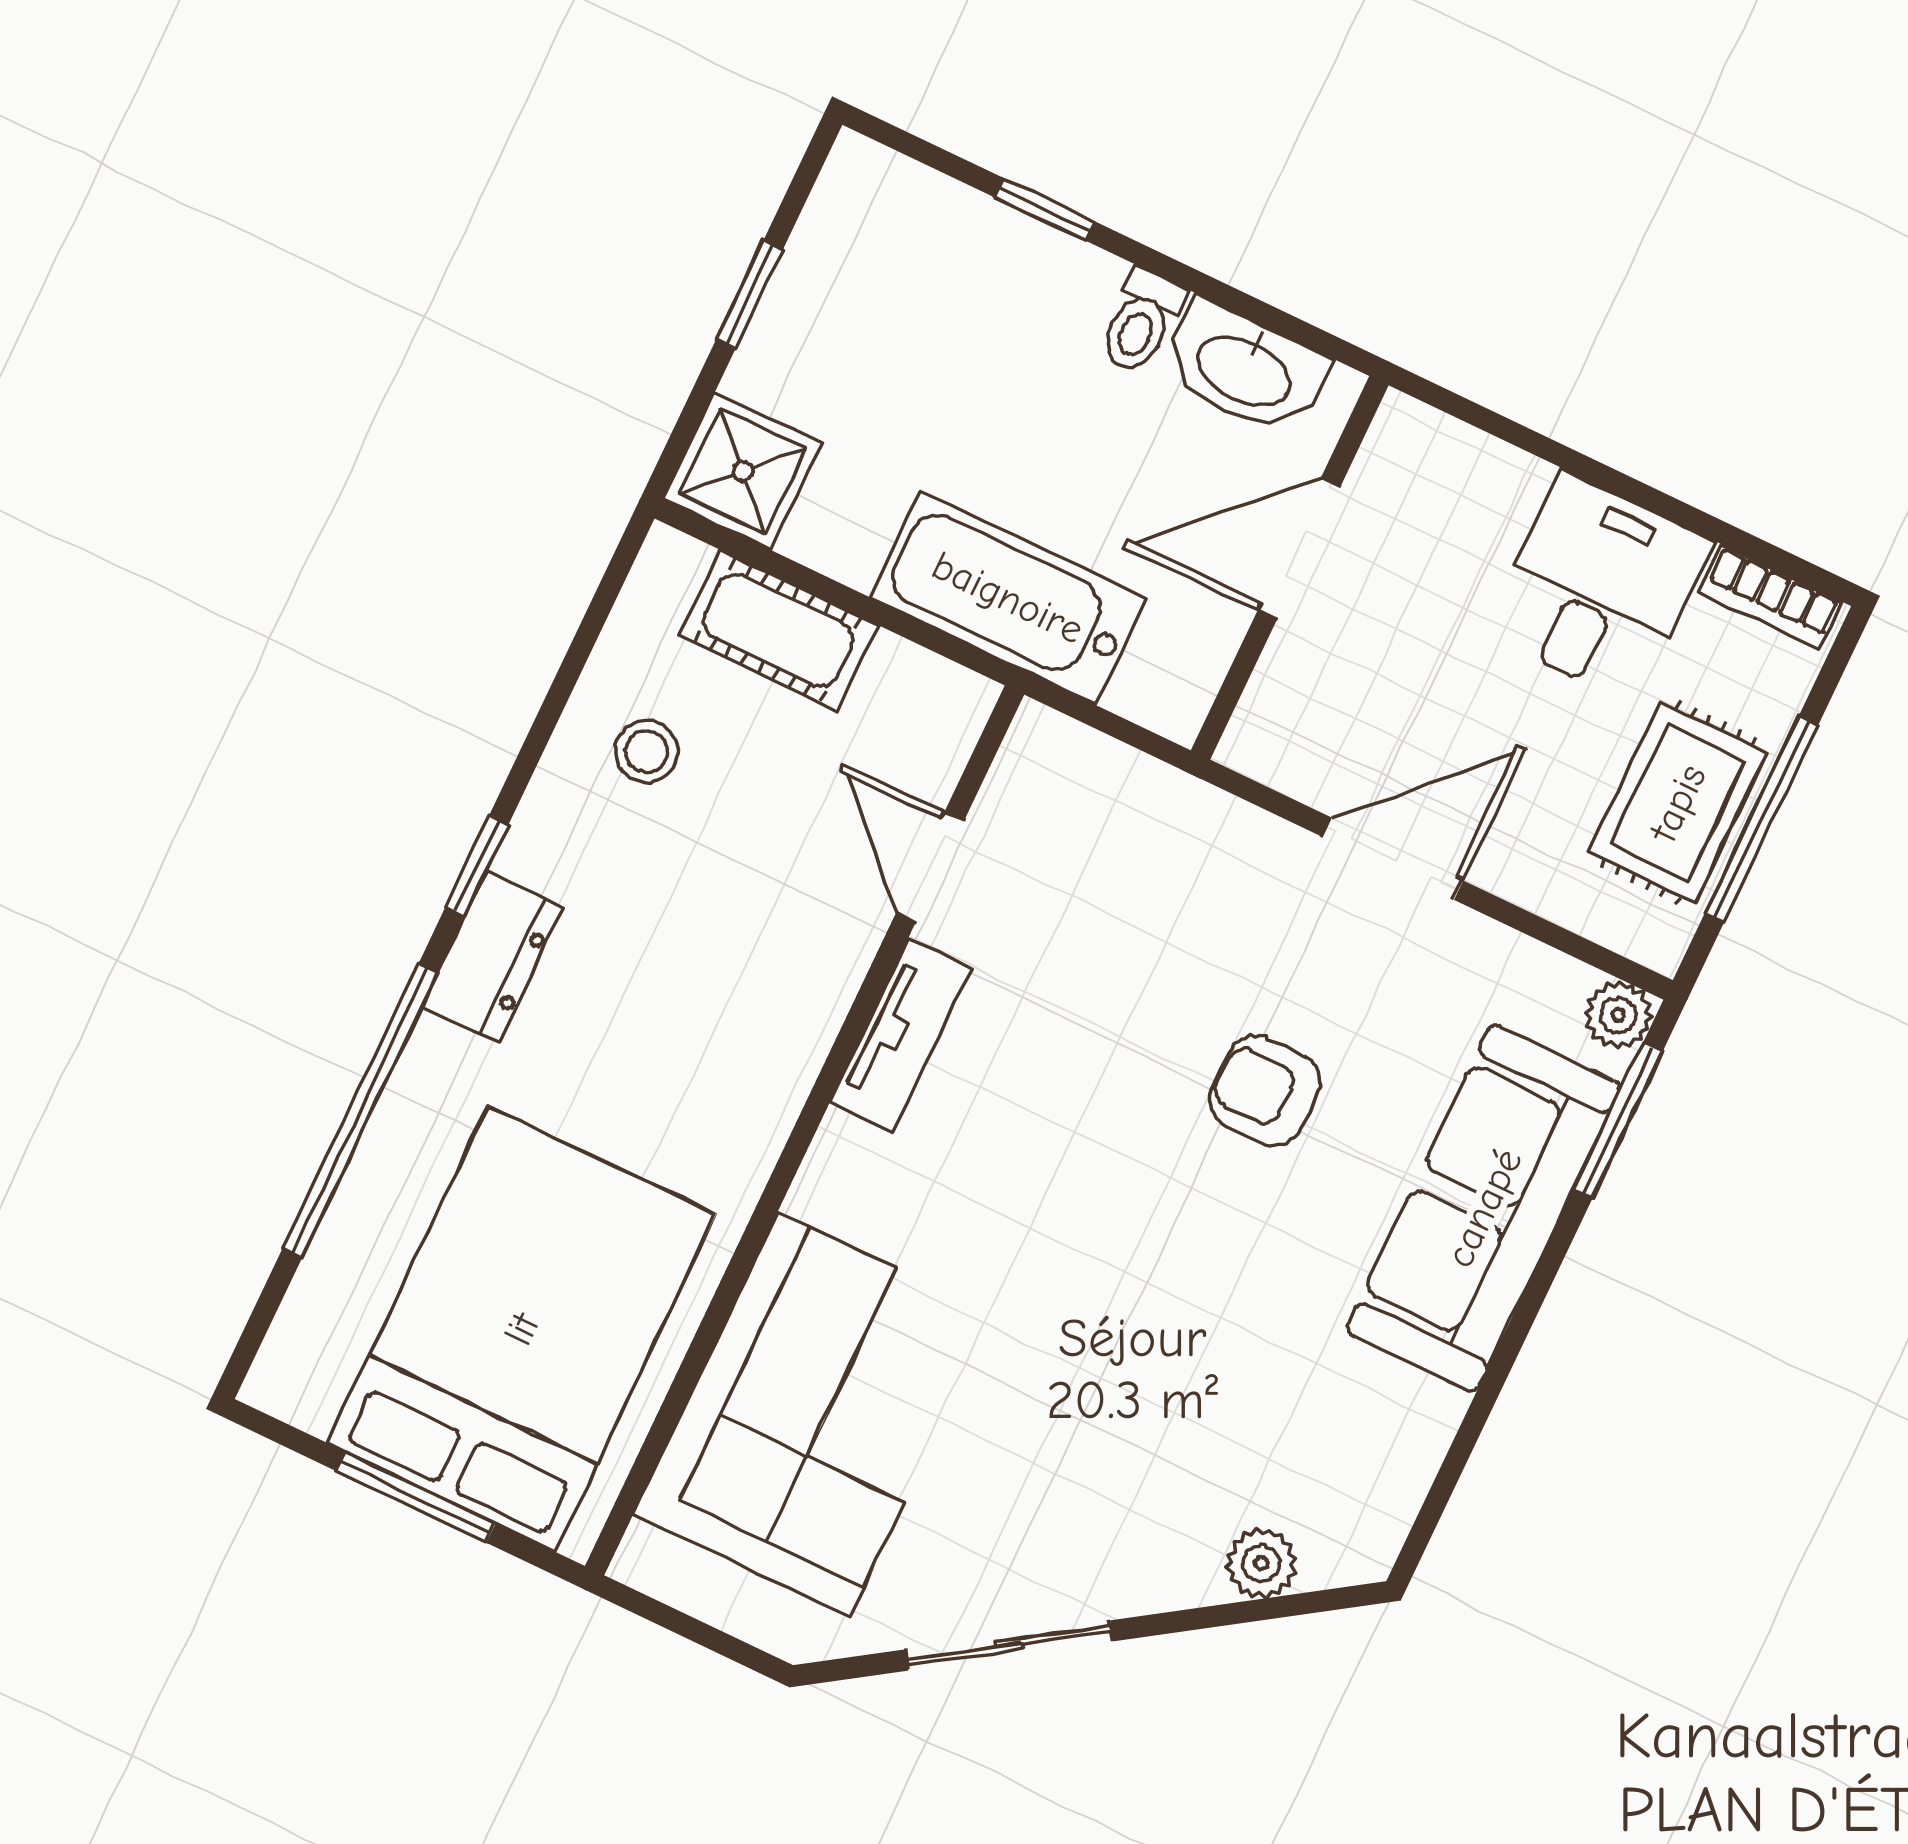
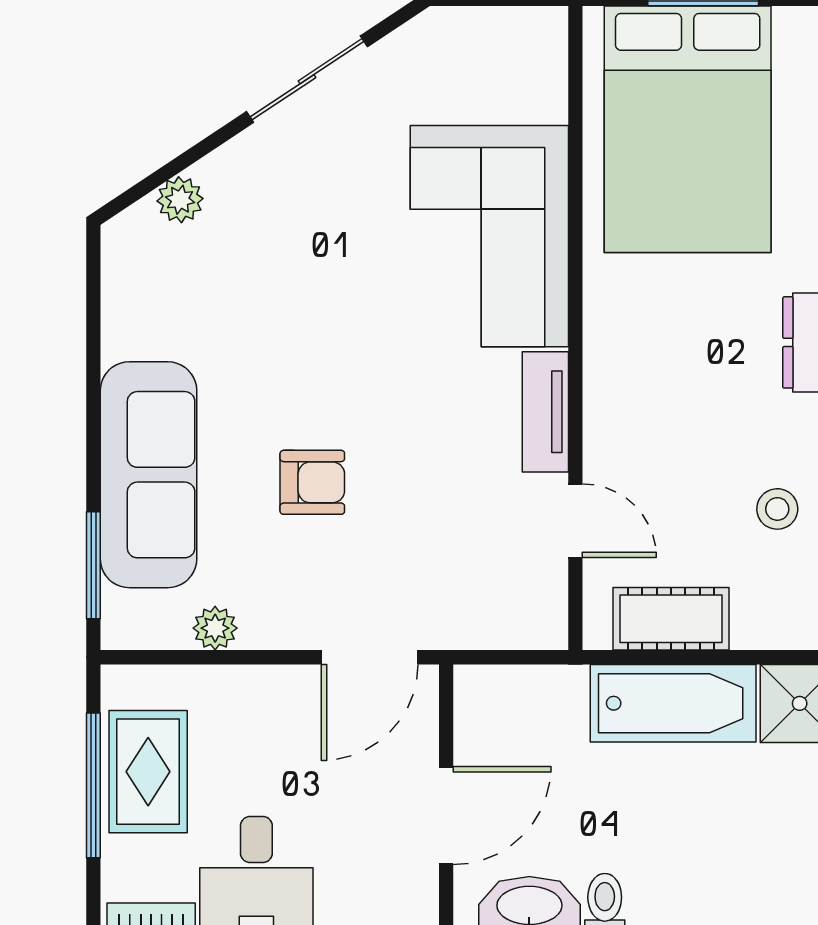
bathtub: (1008, 598) -> (673, 703), moved
cot: (778, 630) -> (671, 619), moved
door: (1393, 859) -> (370, 657), moved
plant: (1618, 1015) -> (215, 628), moved
corner sofa: (813, 1415) -> (489, 236), moved

